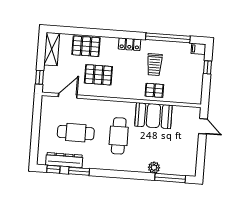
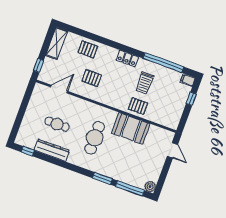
pallet: (86, 46) -> (88, 49), width x0.67, depth x0.71
pallet: (98, 75) -> (92, 78), width x0.67, depth x0.71
cafe table: (76, 133) -> (57, 124), width x0.73, depth x0.74
dresser: (64, 160) -> (52, 150), moved
plant: (154, 168) -> (150, 187), moved
window: (79, 171) -> (102, 178), moved

